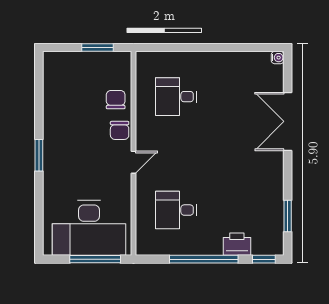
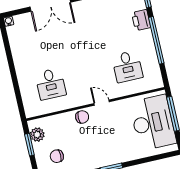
plant: (109, 62) -> (37, 135), added
chair: (116, 100) -> (57, 156), moved

